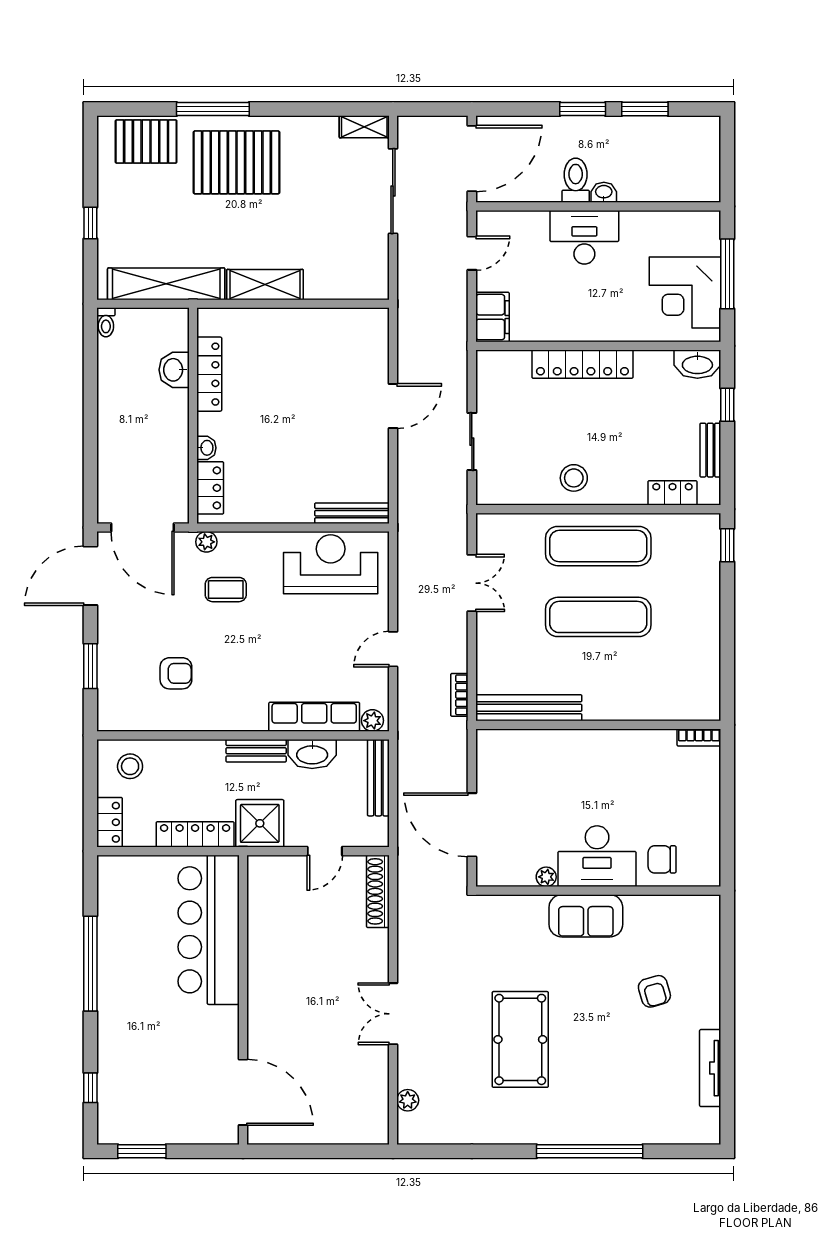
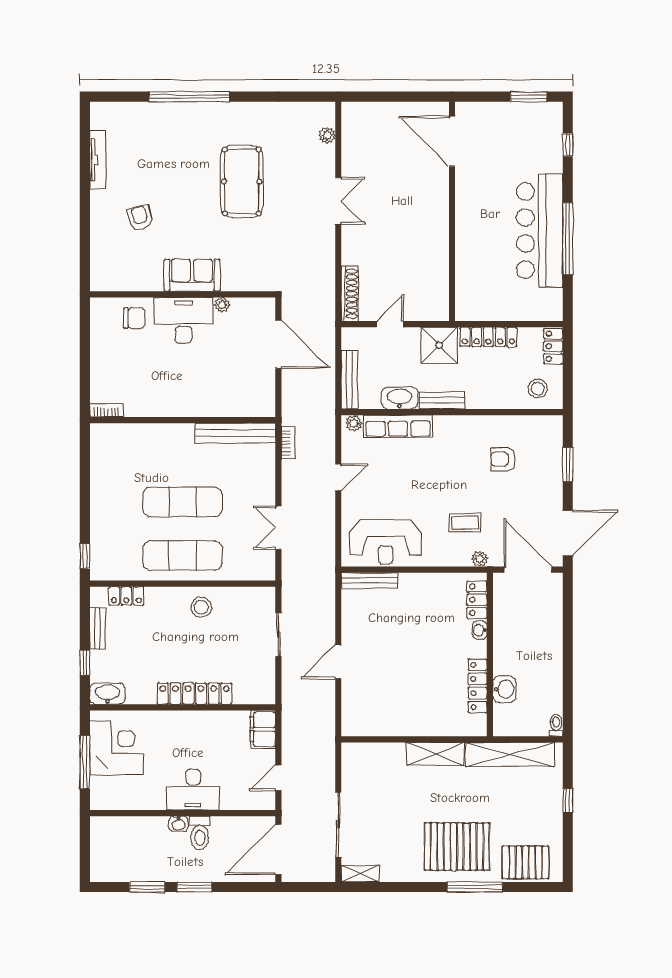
bar counter: (209, 930) -> (540, 231), moved, turned 180

